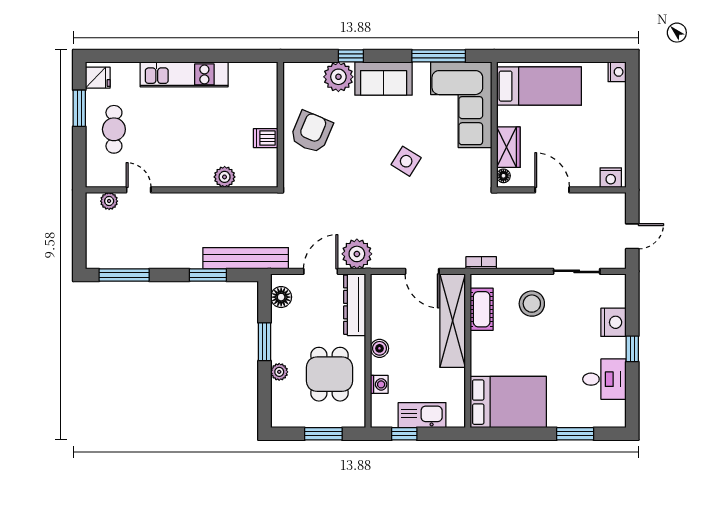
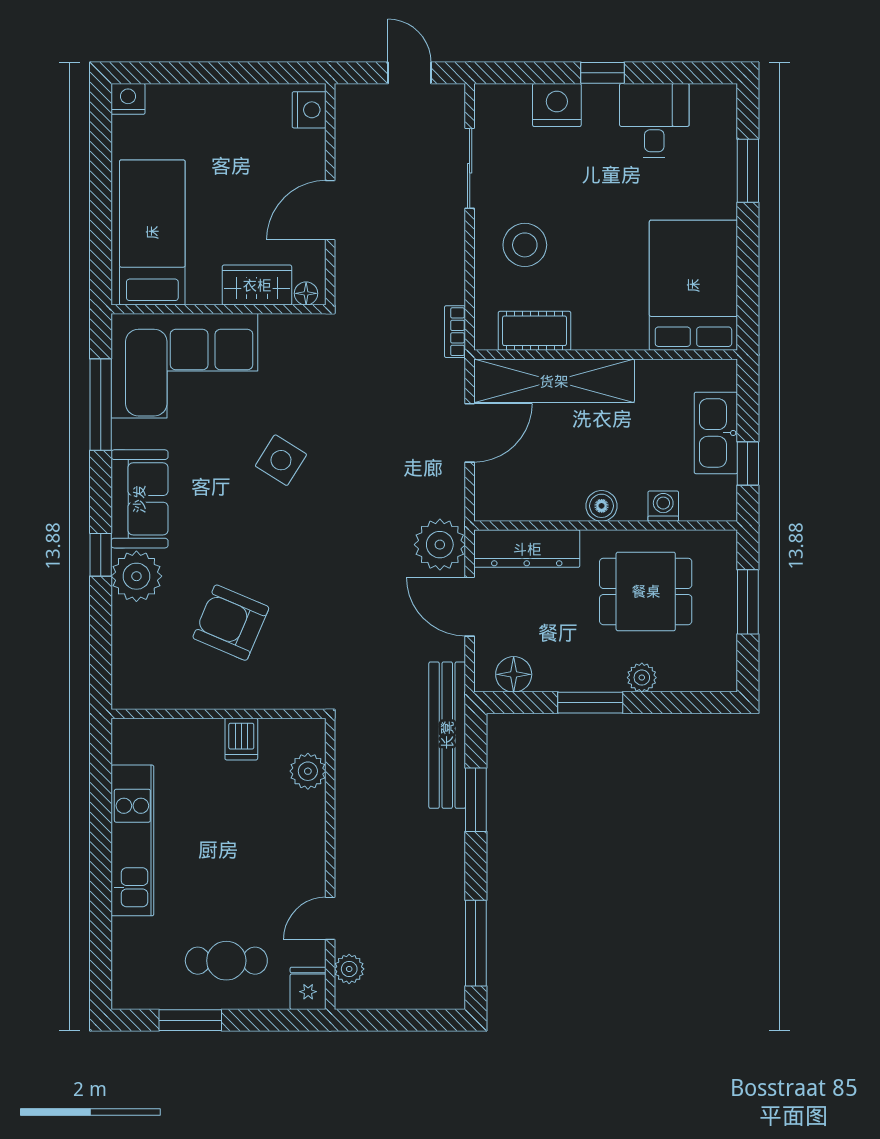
fridge: (98, 78) -> (308, 988), moved
wall: (280, 125) -> (219, 714), moved
dishwasher: (266, 138) -> (241, 739), moved

